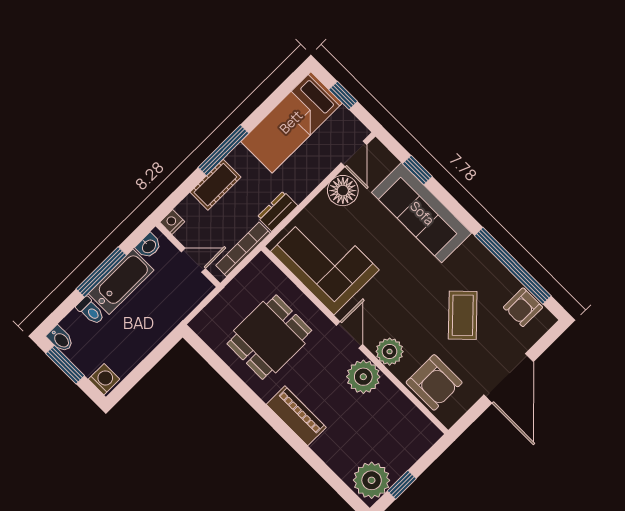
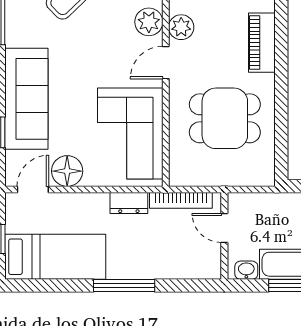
cot: (215, 185) -> (154, 266), removed
nightstand: (172, 222) -> (212, 271), removed
plant: (363, 377) -> (181, 27), width x0.73, depth x0.73

